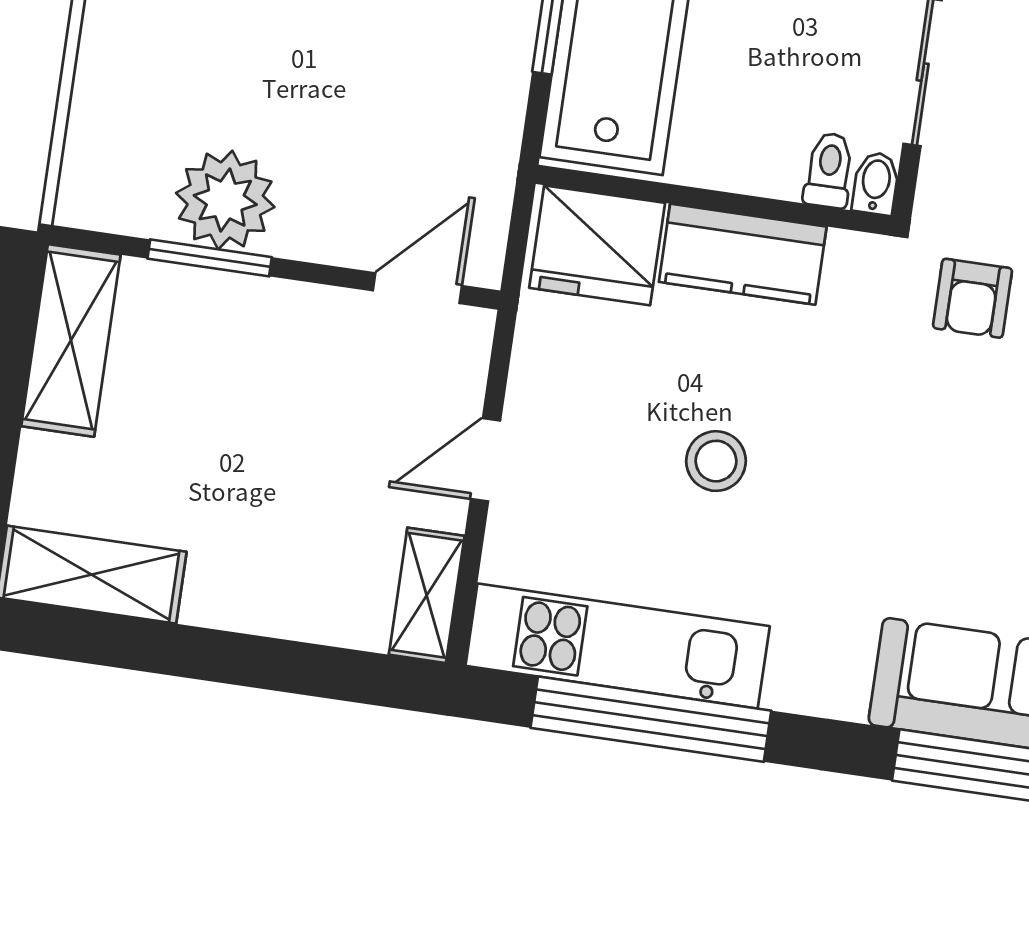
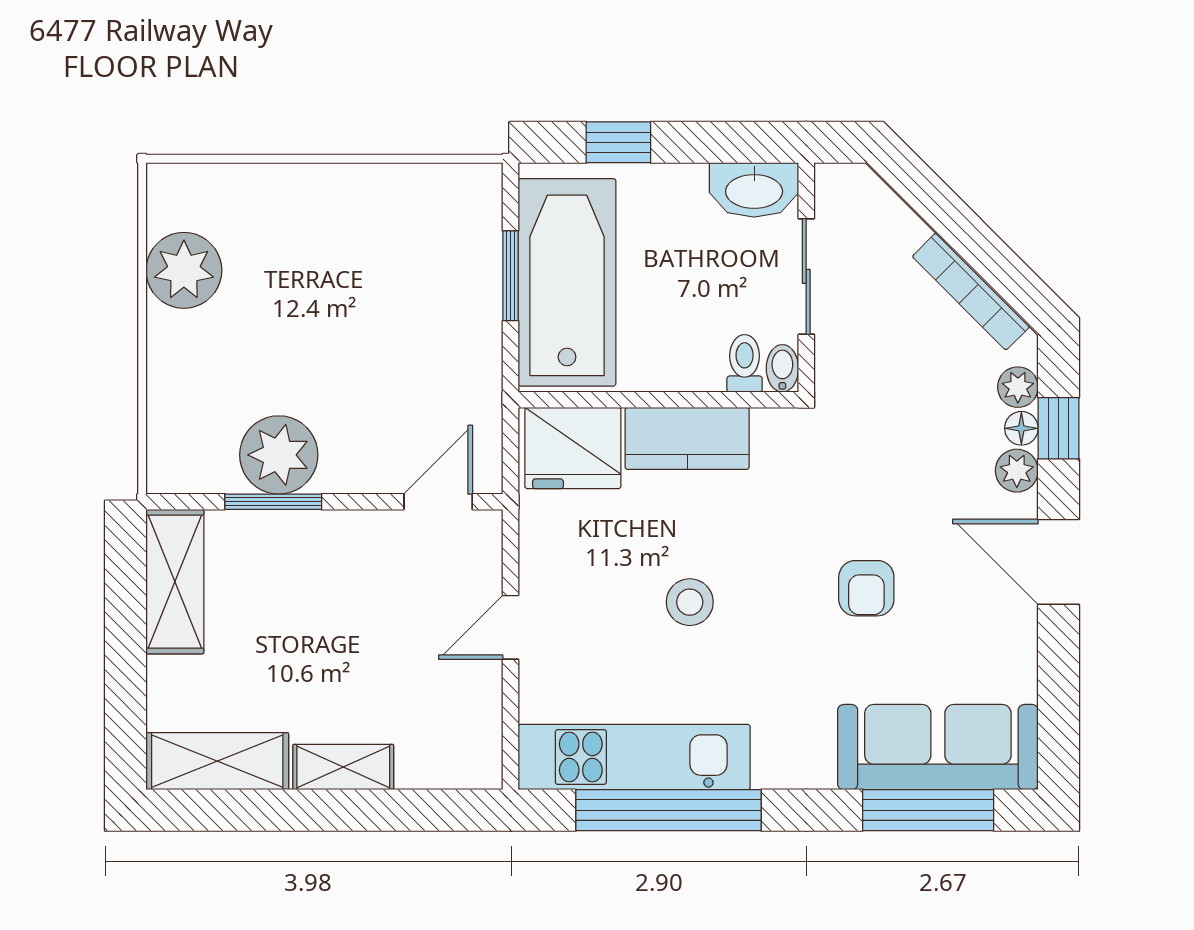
armchair: (973, 298) -> (866, 588), moved
shelving: (427, 595) -> (343, 767), moved, turned 90

